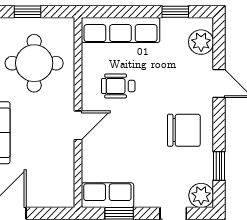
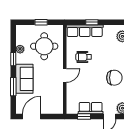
window: (175, 12) -> (92, 22), moved
row of seats: (107, 195) -> (91, 108), moved

